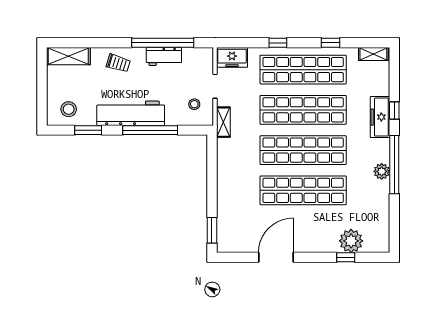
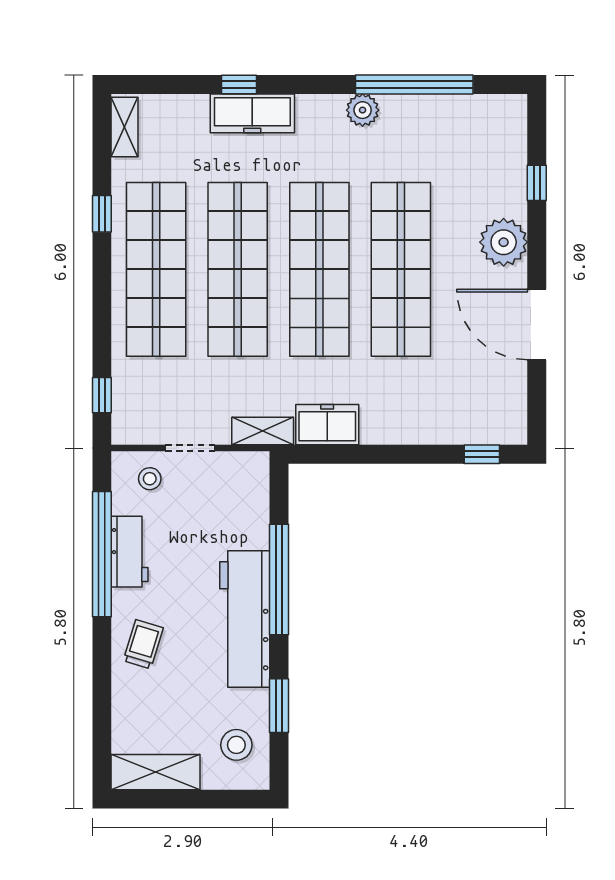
window: (278, 43) -> (102, 395), moved
shelving: (68, 56) -> (155, 772), moved, turned 90
freezer: (232, 57) -> (327, 425), moved, turned -90
stool: (194, 104) -> (150, 479), moved
window: (394, 165) -> (414, 85), moved
window: (212, 230) -> (482, 454), width x0.67
plant: (351, 241) -> (504, 242), moved

